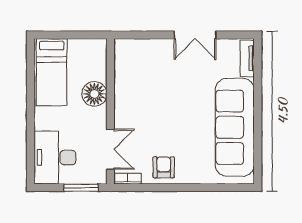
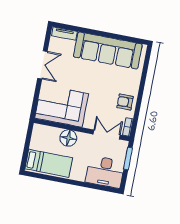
corner sofa: (140, 75) -> (62, 106), added

